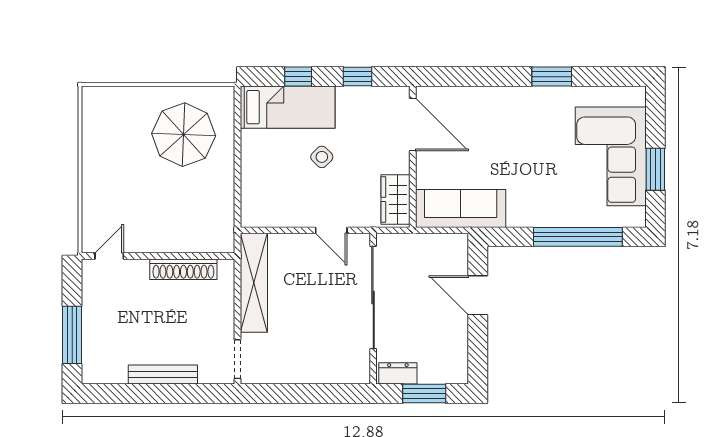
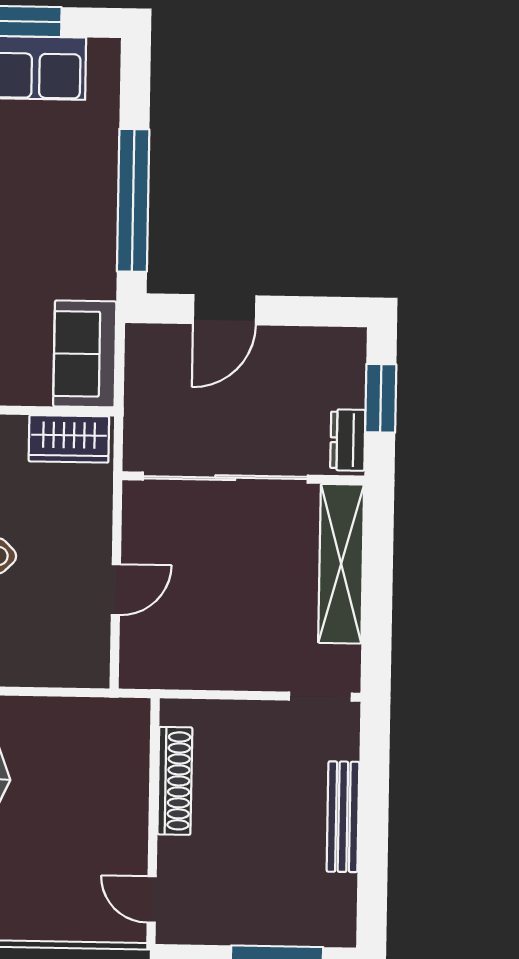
sofa: (461, 208) -> (85, 354), width x0.73
door: (331, 230) -> (116, 590), moved
window: (578, 237) -> (133, 200), moved
shelving: (254, 283) -> (341, 564), moved, turned 90

